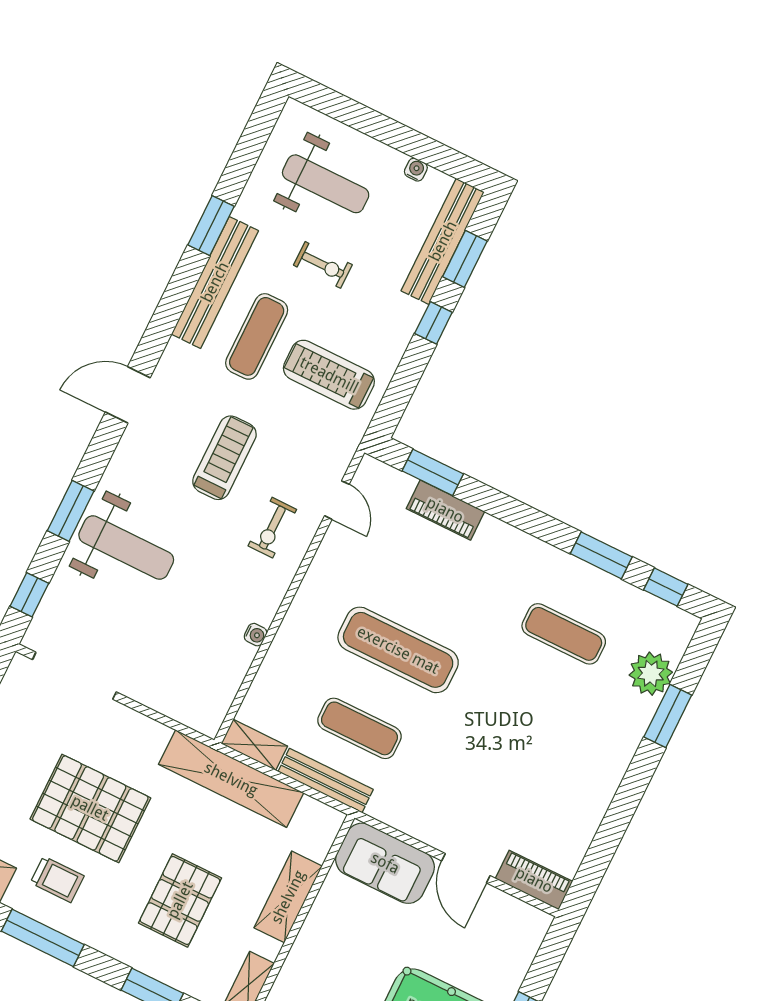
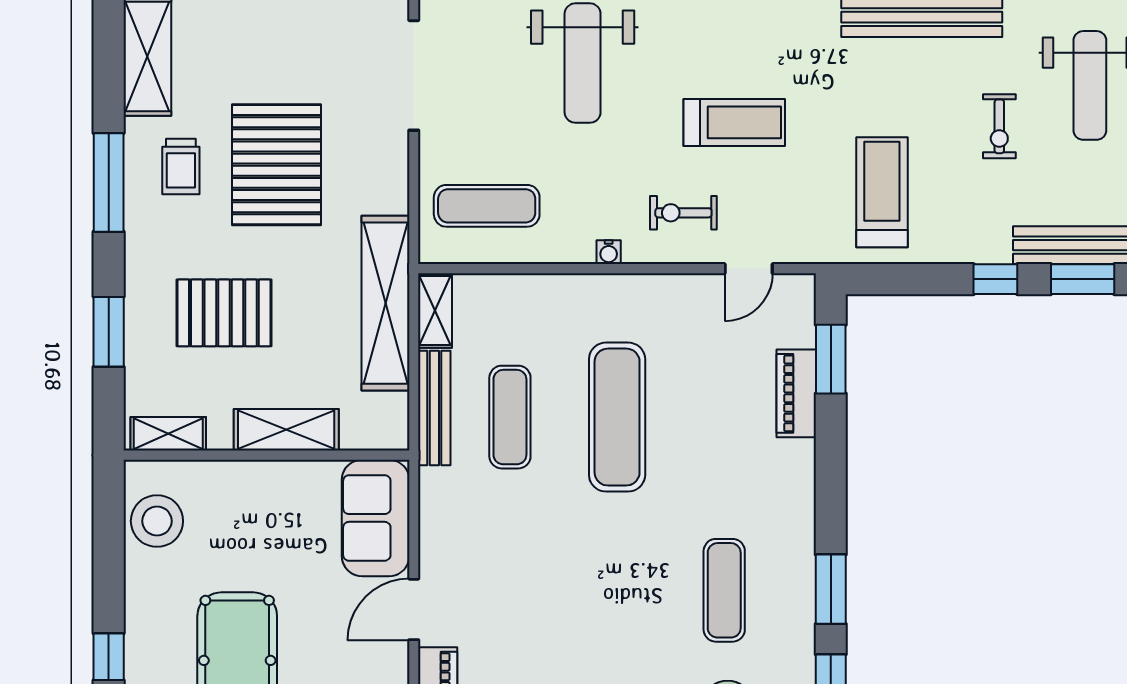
exercise mat: (257, 336) -> (487, 206), moved
water cooler: (256, 635) -> (609, 252), moved

